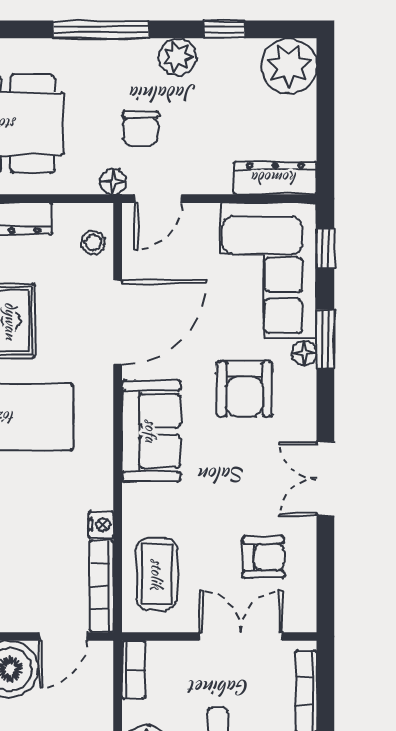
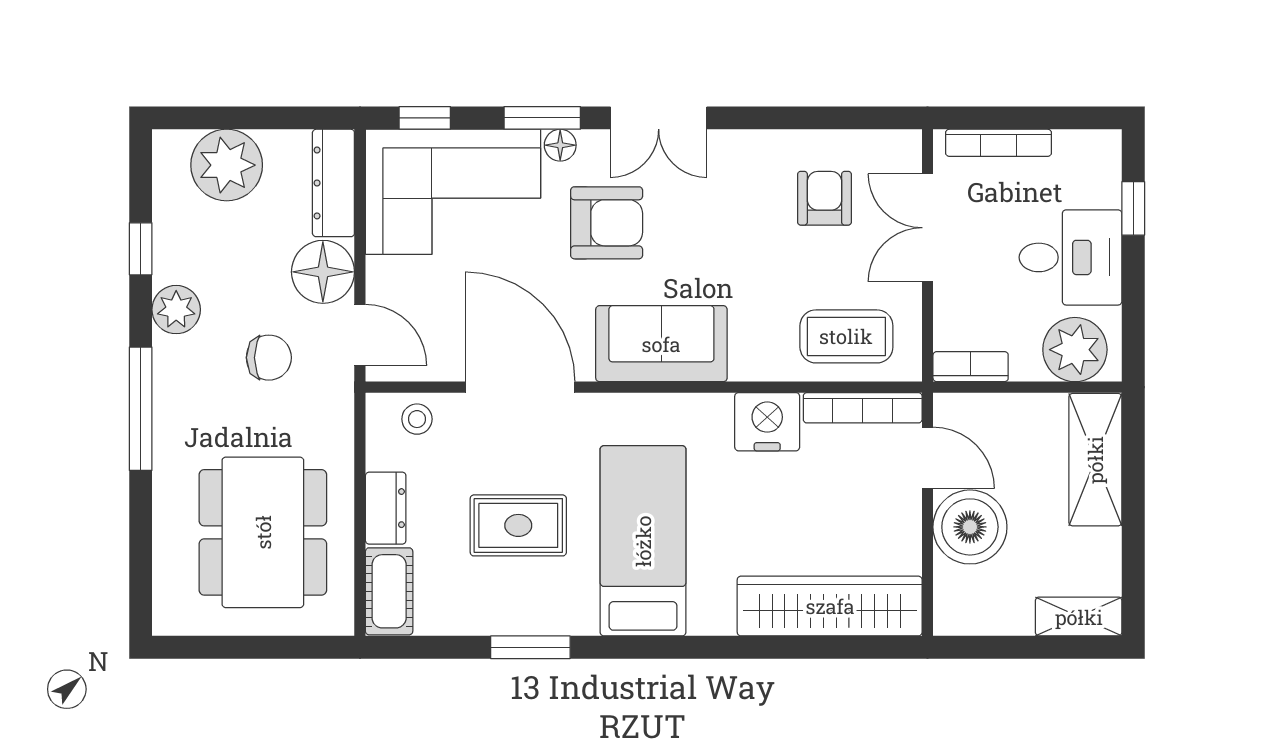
plant: (289, 66) -> (227, 165), moved
floor lamp: (113, 182) -> (323, 272), moved, width x1.89, depth x1.89
double door: (325, 479) -> (659, 118), moved
nightstand: (101, 525) -> (767, 422), width x1.89, depth x1.79

